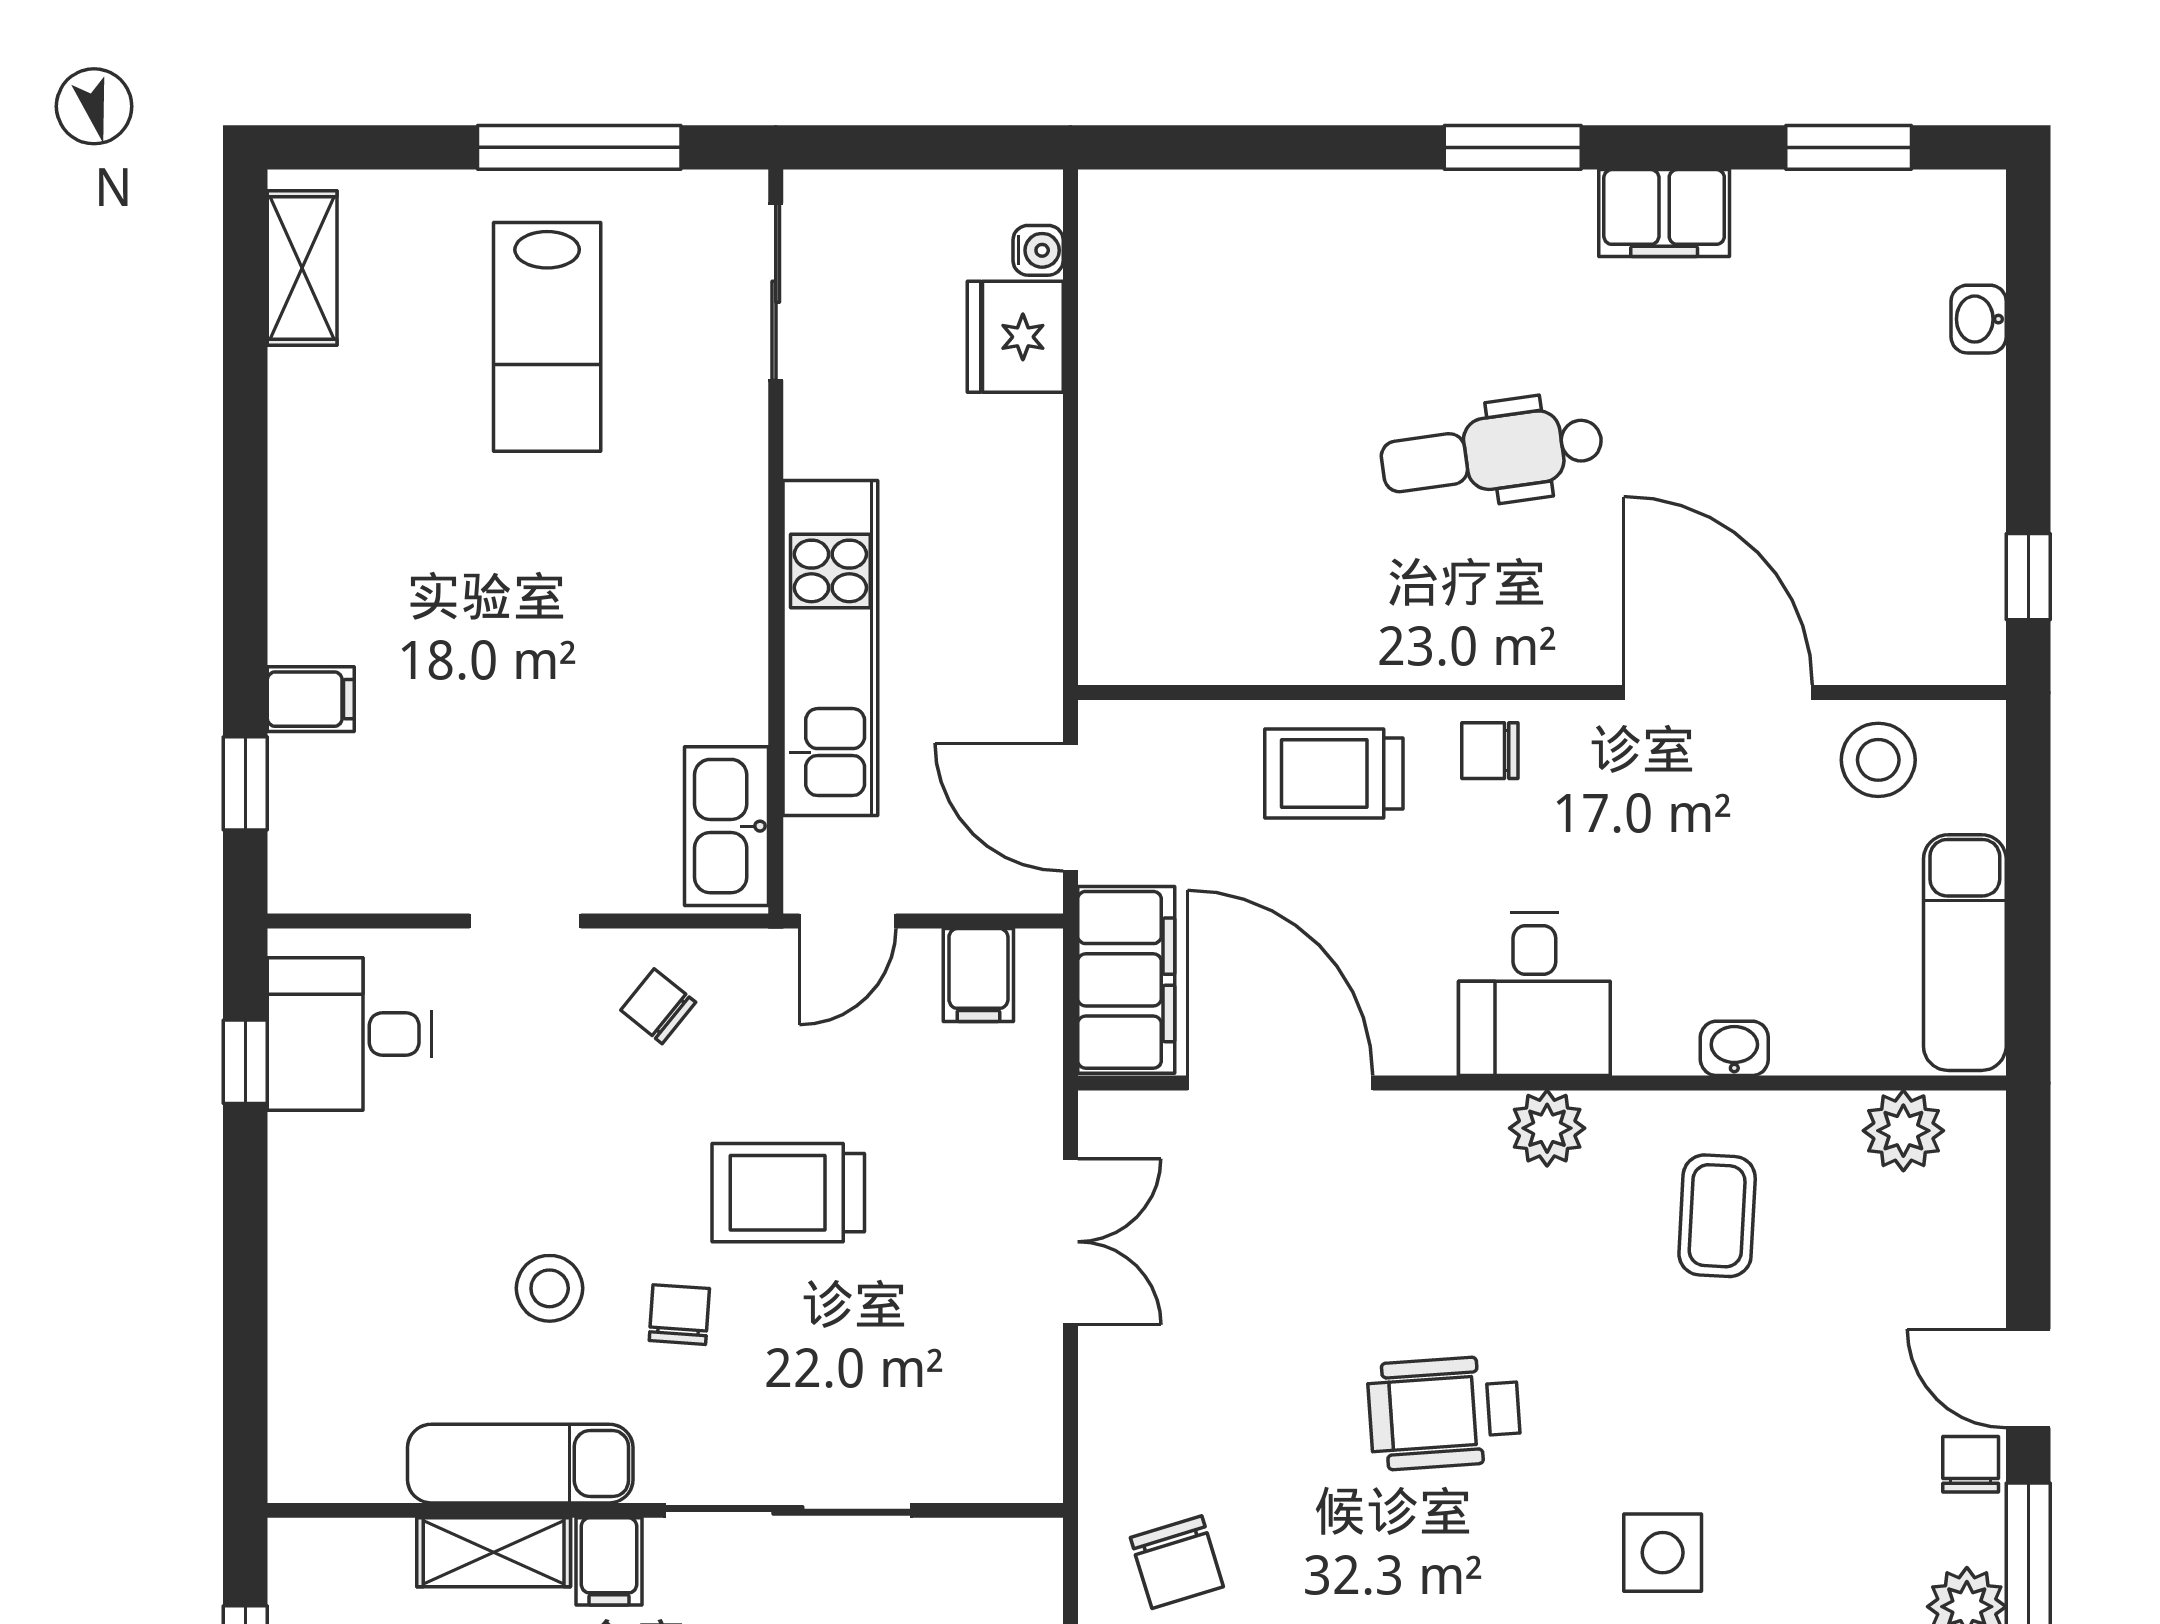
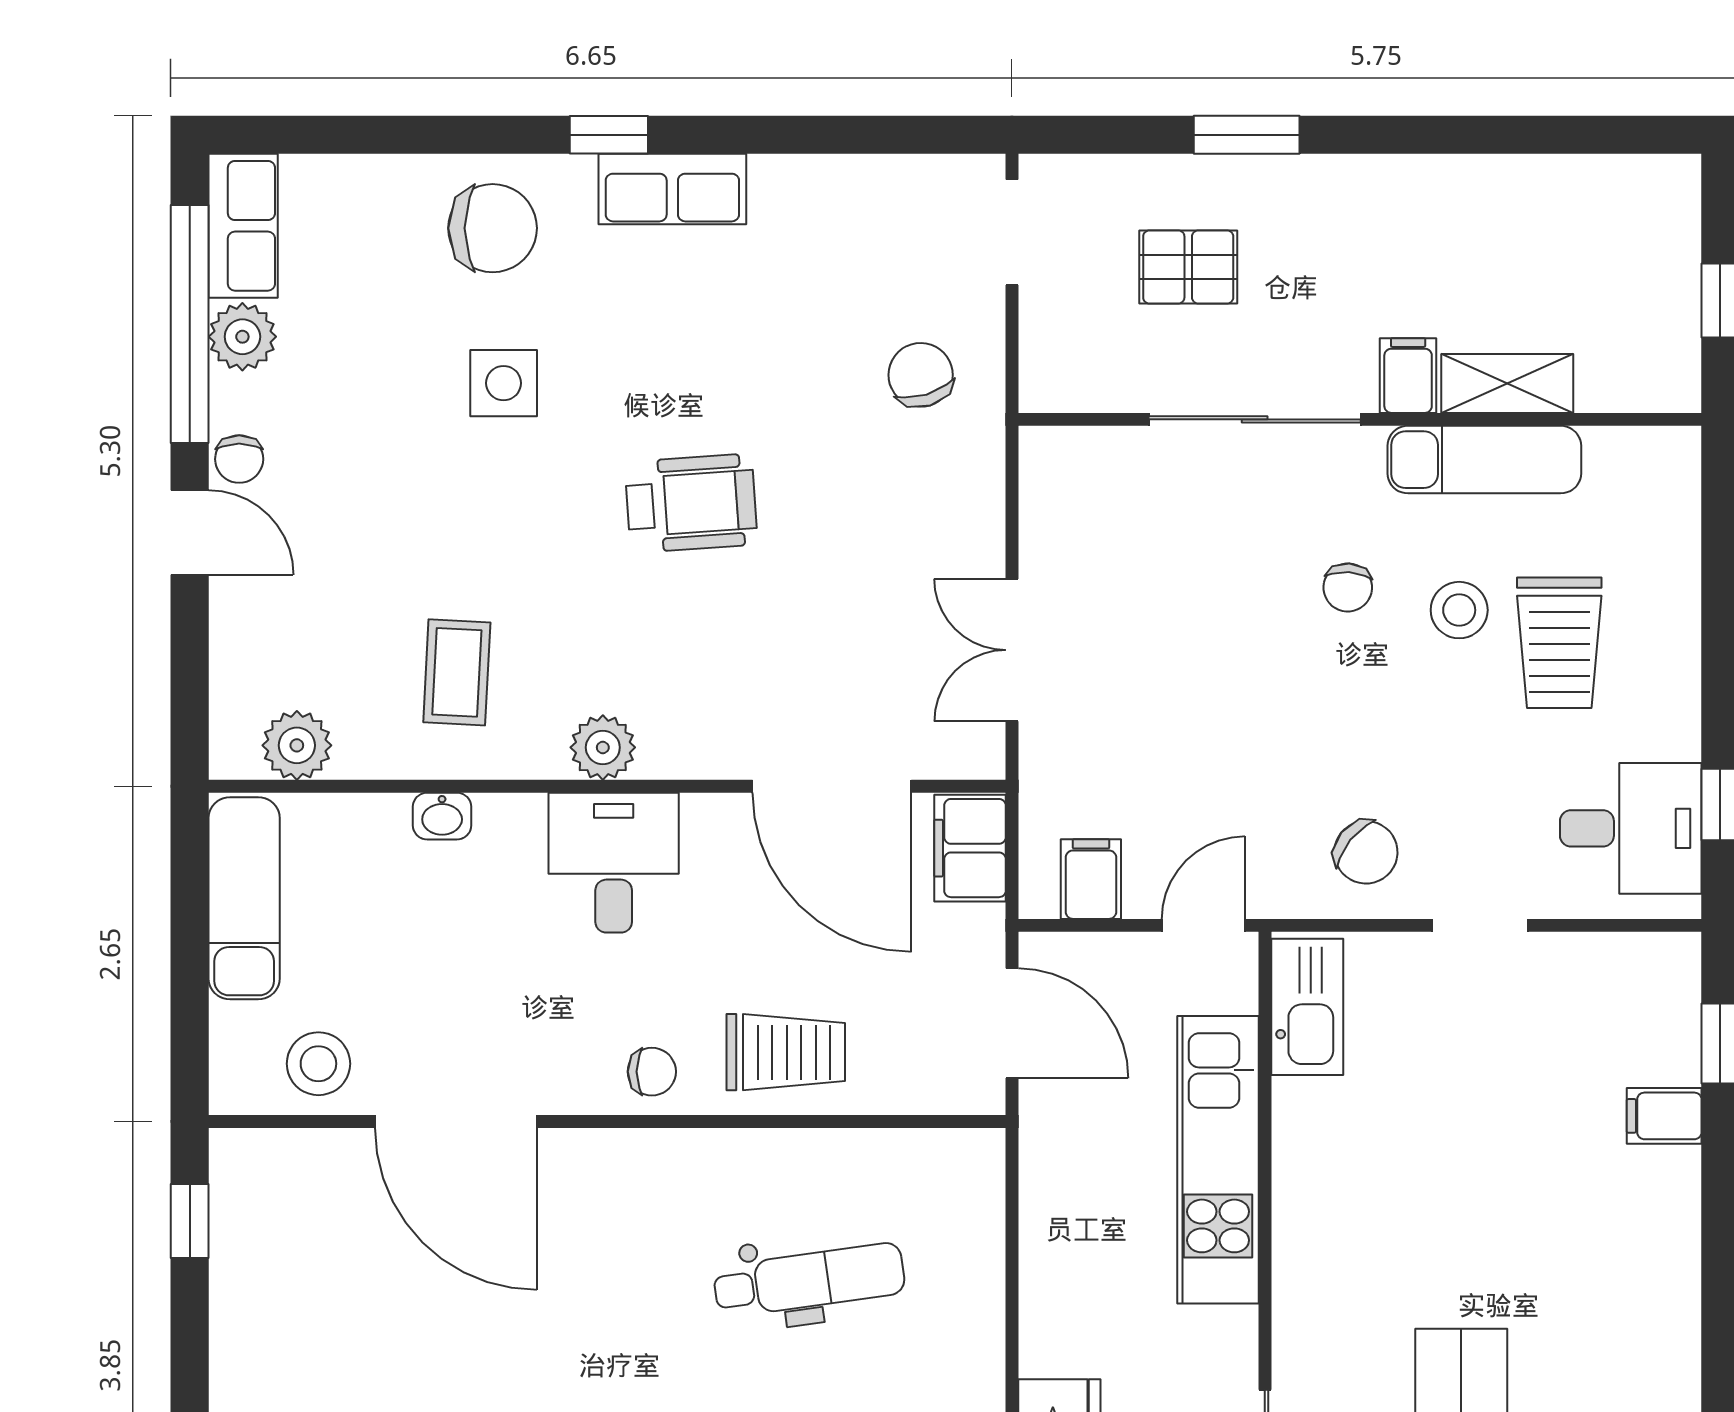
dental chair: (1492, 453) -> (809, 1280), moved
filing cabinet: (1126, 980) -> (970, 848), width x0.67, depth x0.86
chair: (658, 1006) -> (1366, 852), width x1.37, depth x1.37
trolley: (788, 1193) -> (1559, 643), moved, turned 90

